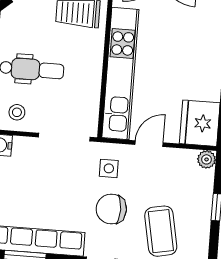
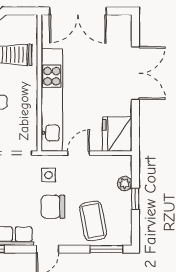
plant: (207, 159) -> (125, 183), moved

